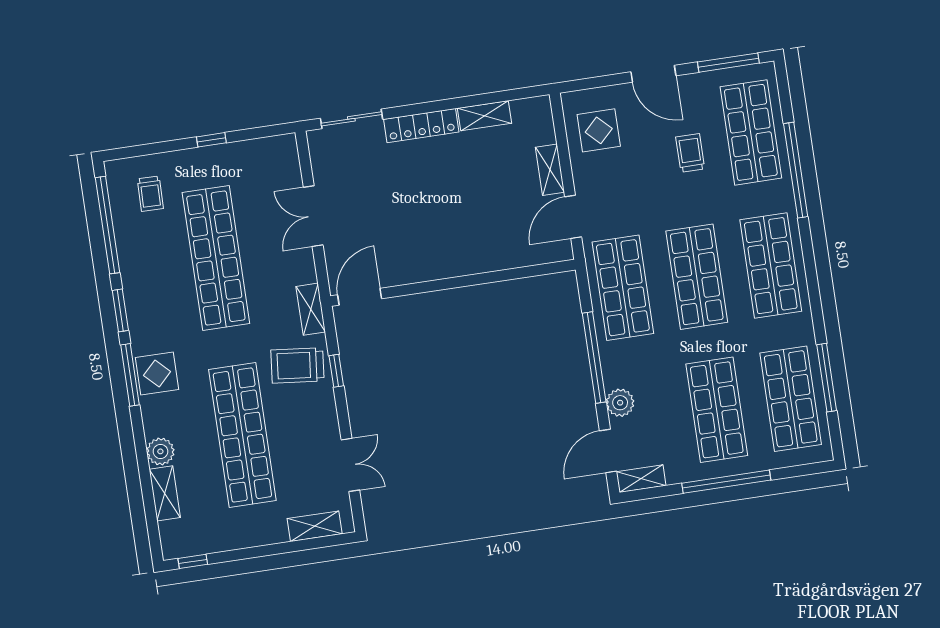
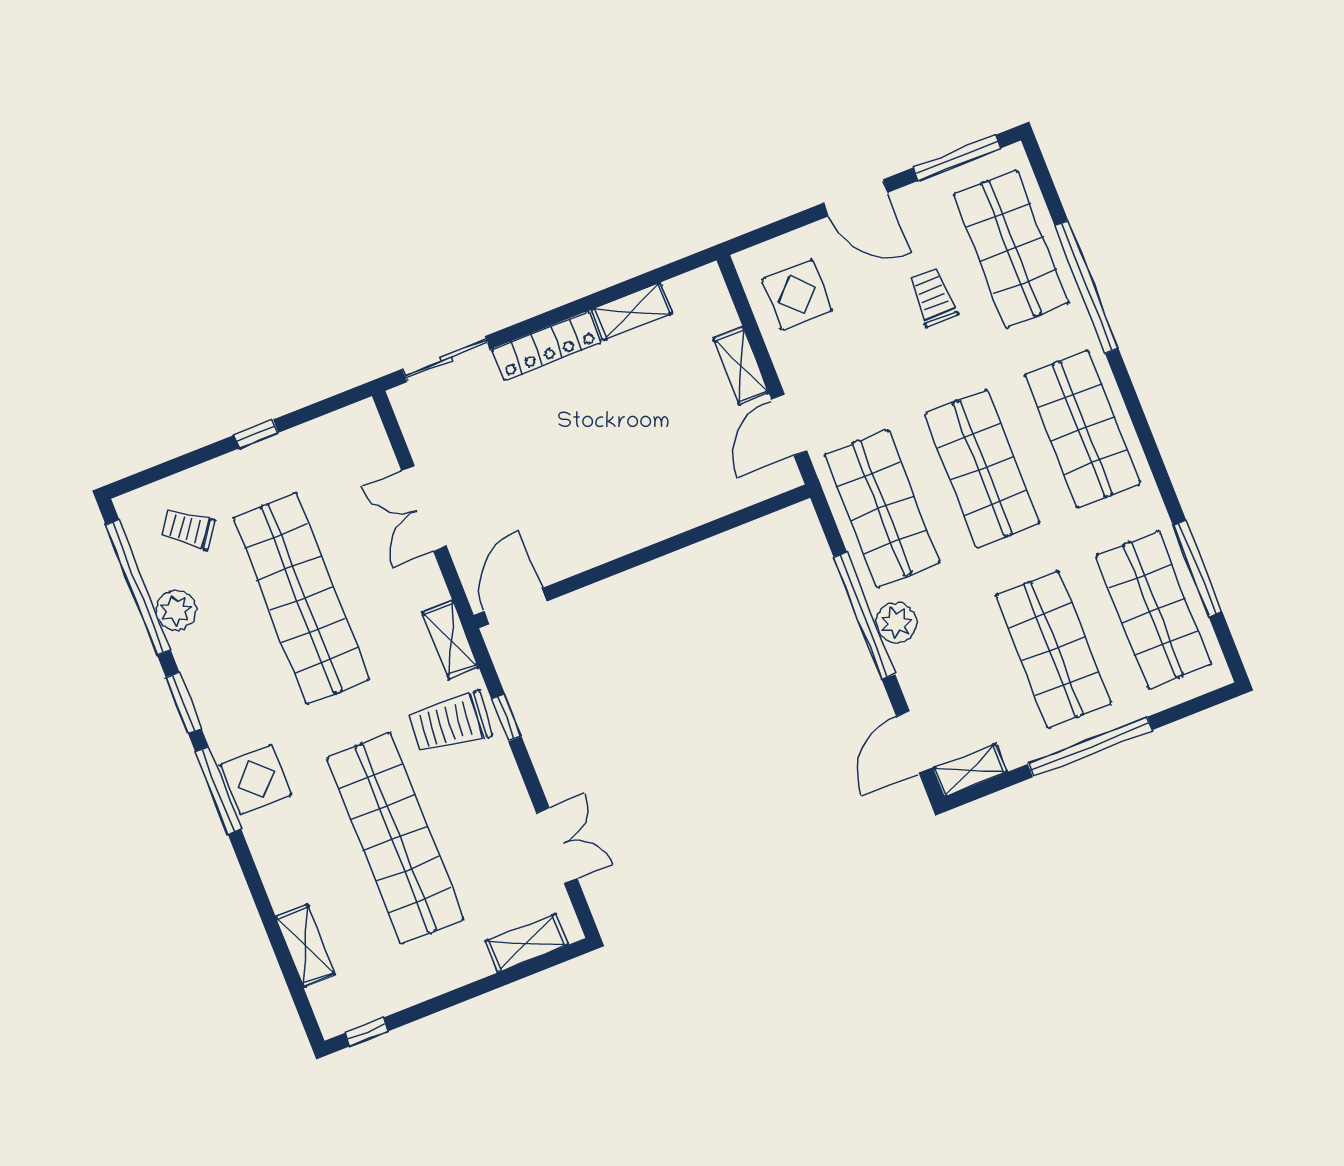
trolley: (150, 194) -> (188, 529), turned 125
plant: (620, 403) -> (896, 623), moved
plant: (160, 451) -> (176, 610), moved

